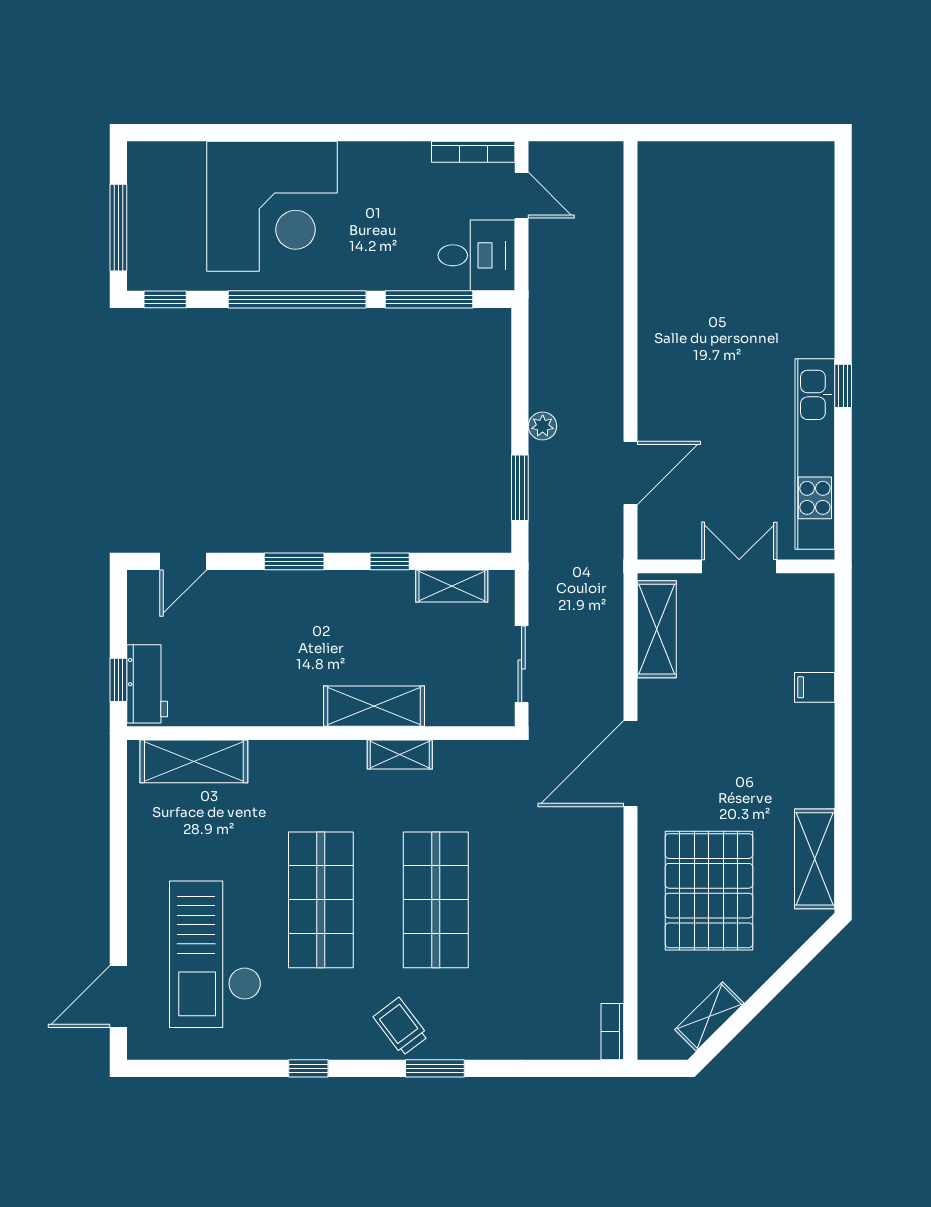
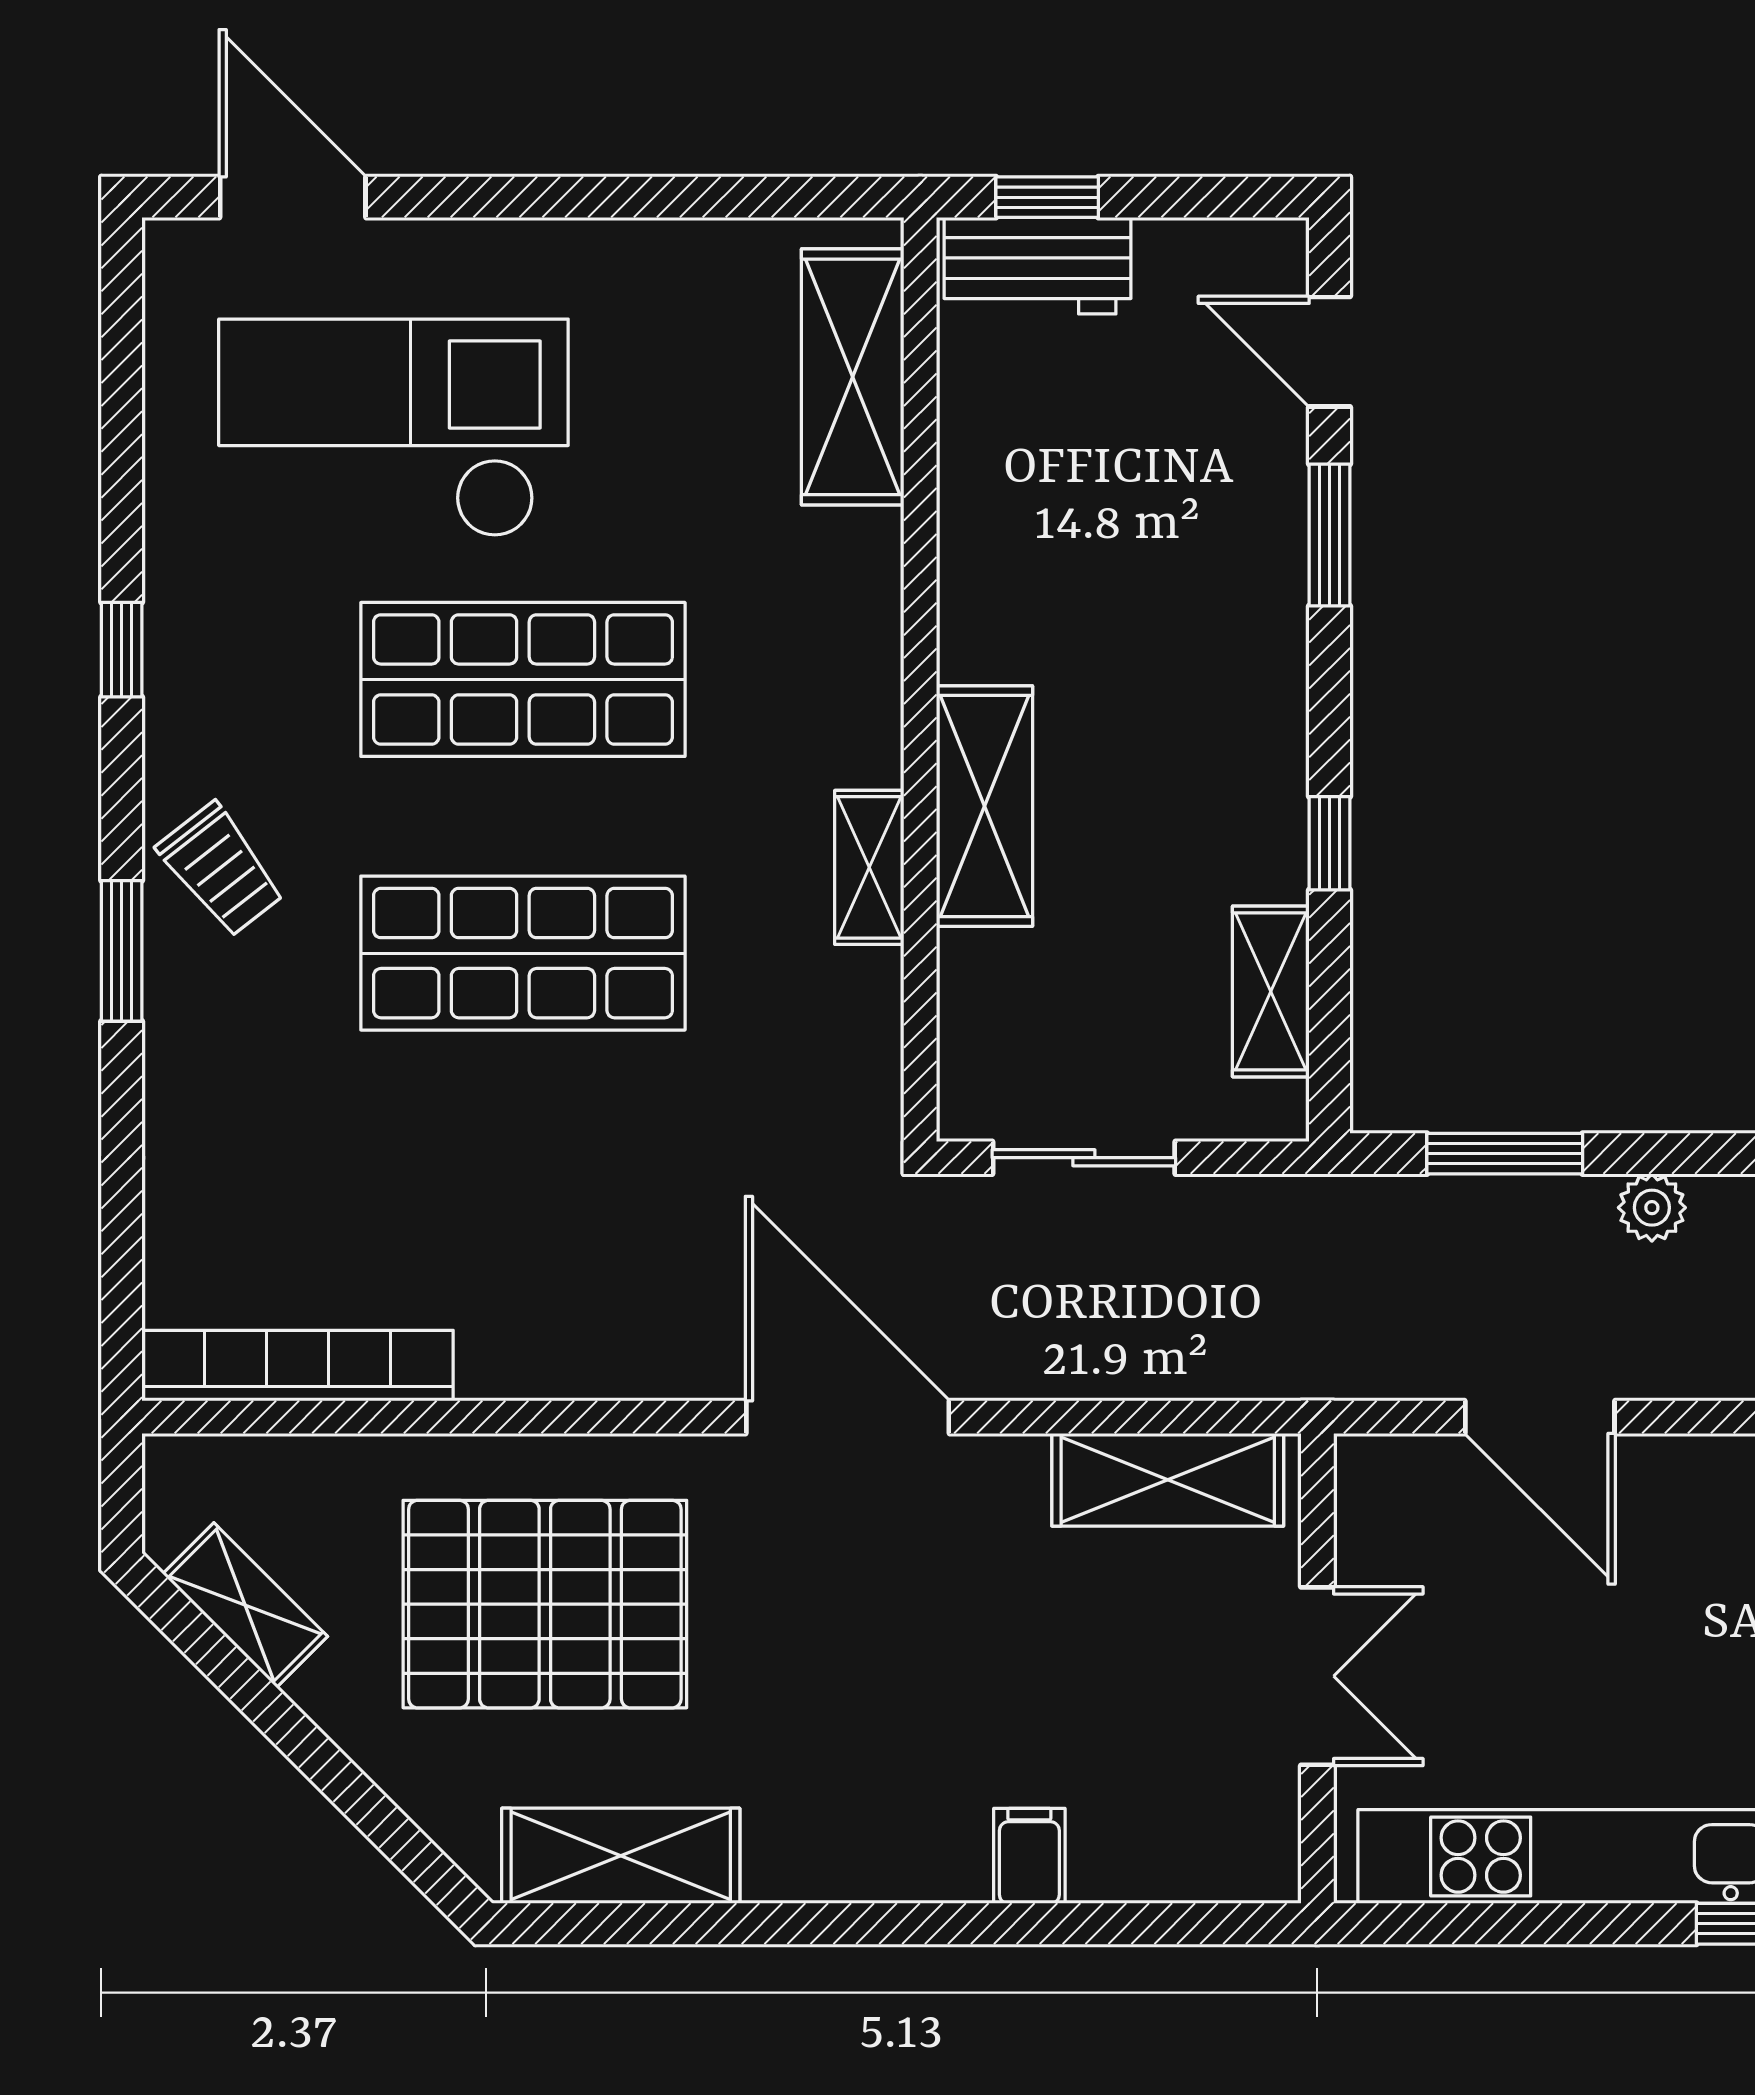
window: (294, 561) -> (1329, 535), moved
trolley: (401, 1027) -> (221, 870), turned 89
bookcase: (612, 1032) -> (298, 1366), width x2.31, depth x1.31

